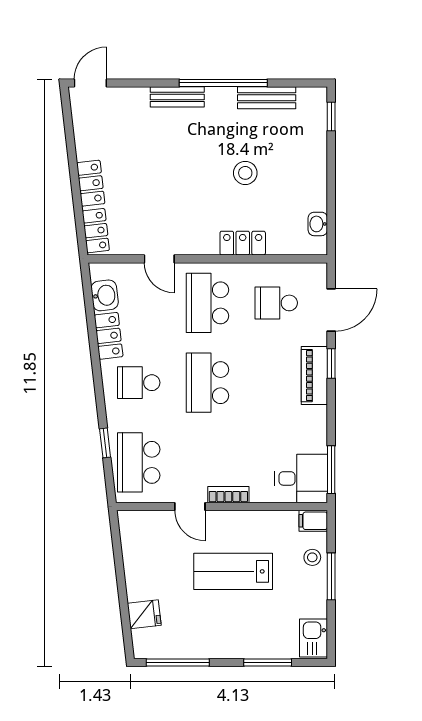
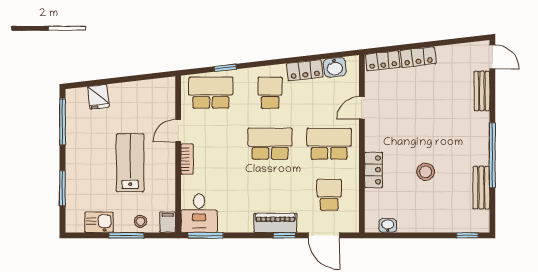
bench: (177, 97) -> (482, 91), moved
kitchen sink: (313, 638) -> (99, 222), moved

